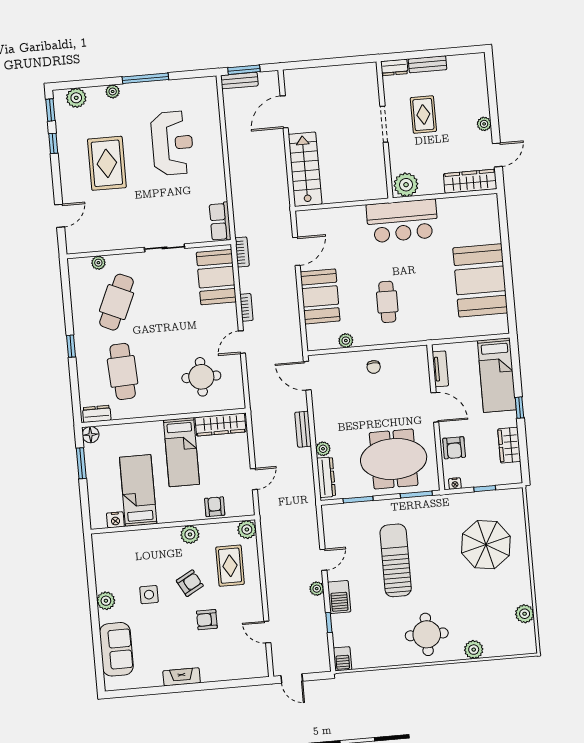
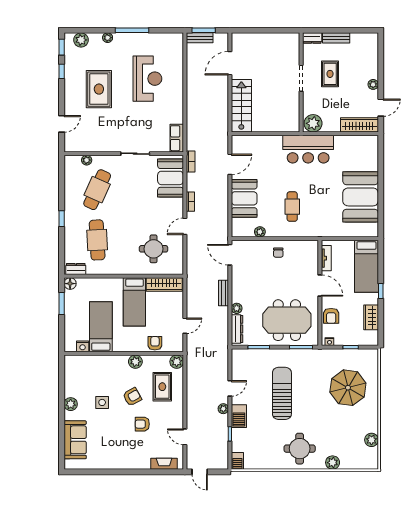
fireplace: (182, 677) -> (164, 464), moved

